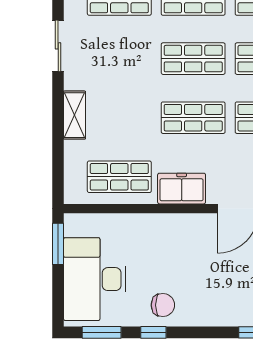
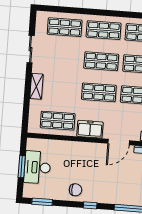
window: (58, 244) -> (22, 167), moved
desk: (95, 279) -> (37, 167), width x0.73, depth x0.77
window: (153, 332) -> (90, 205), moved

